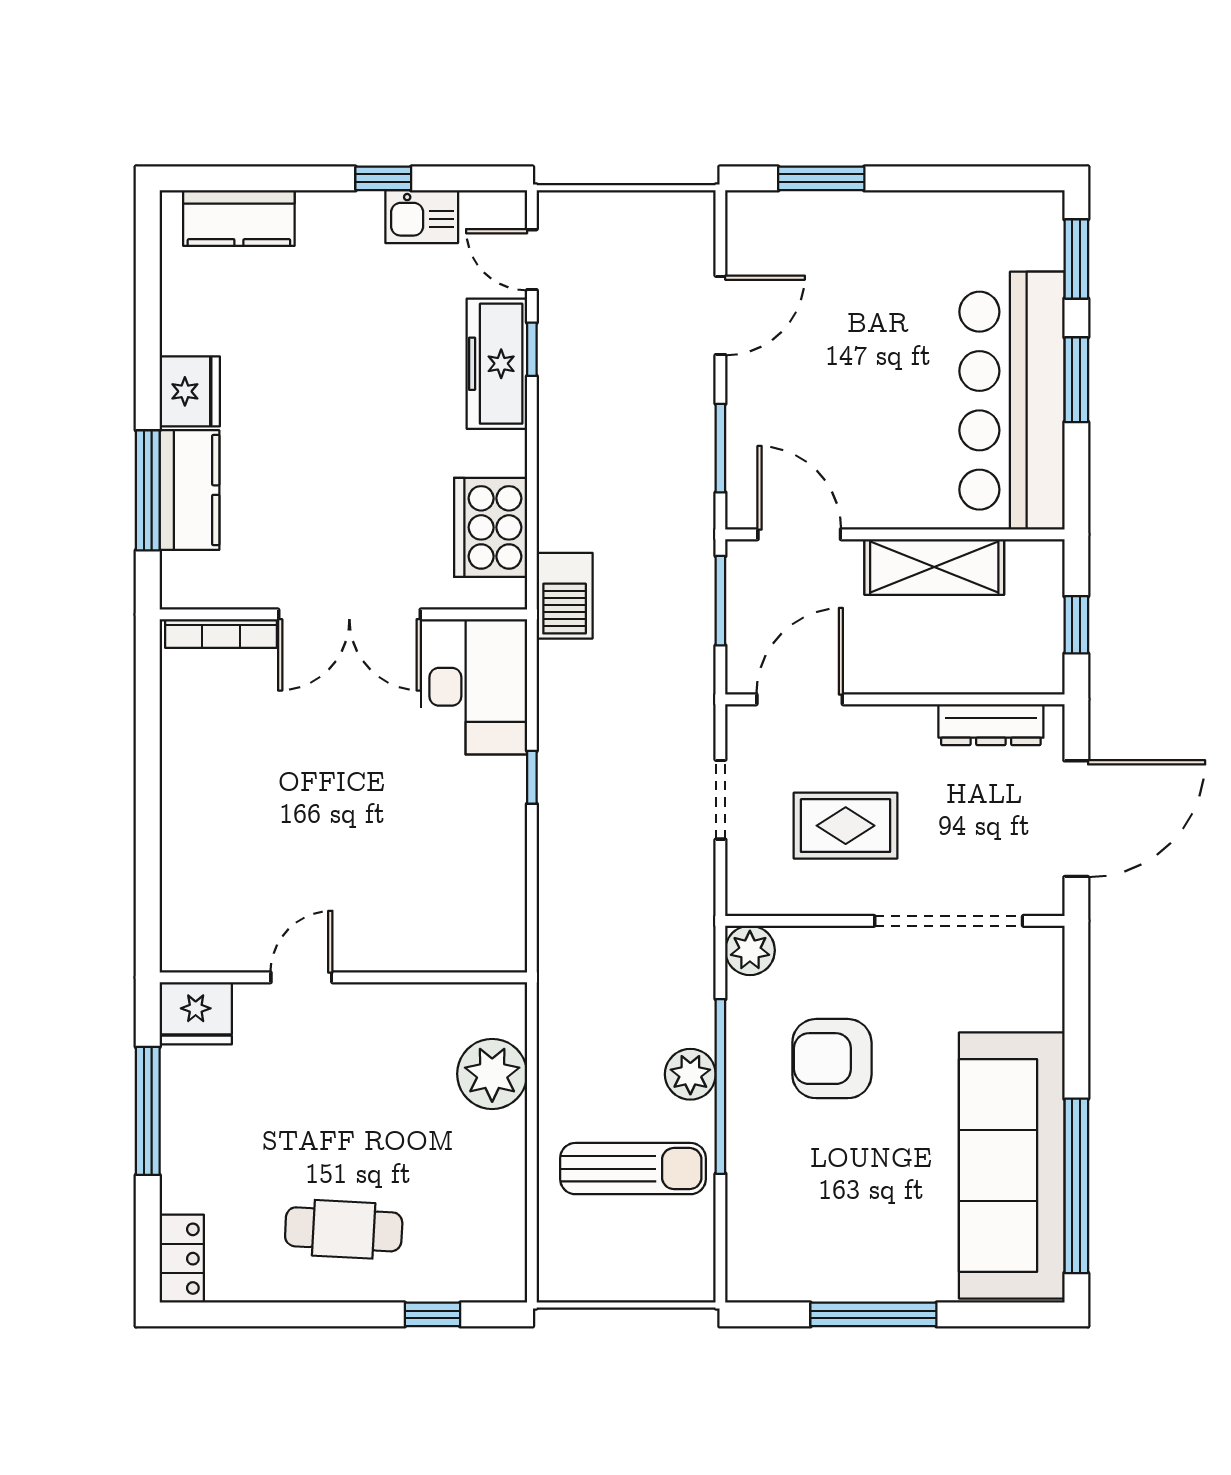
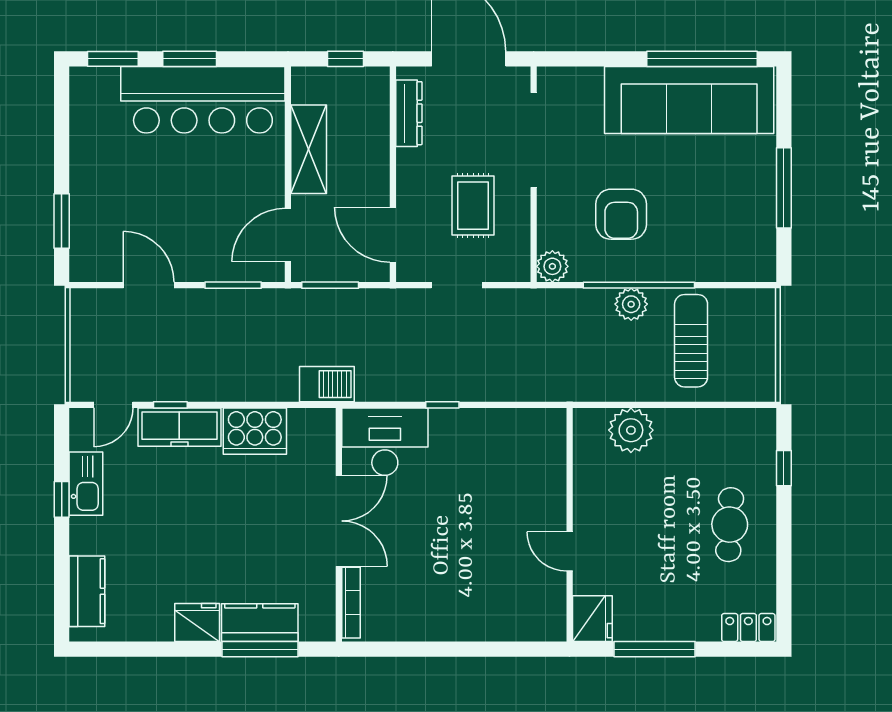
kitchen sink: (422, 217) -> (86, 484), width x1.38
cooker: (491, 527) -> (255, 431), moved

